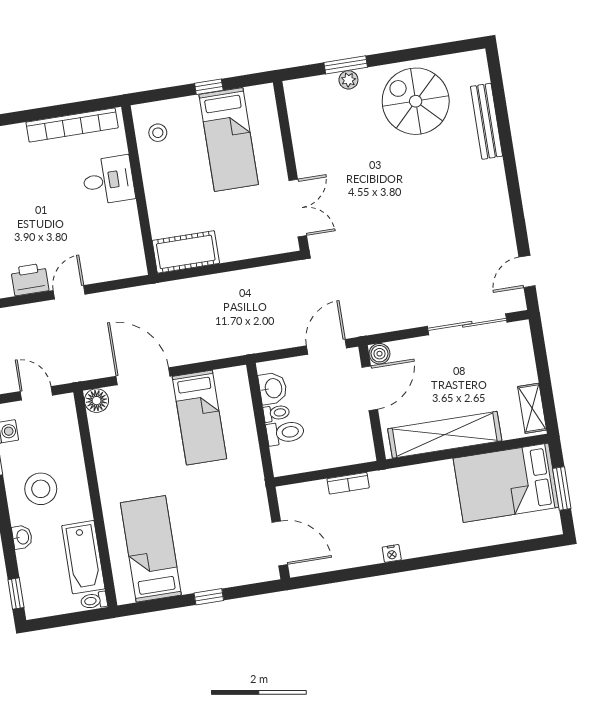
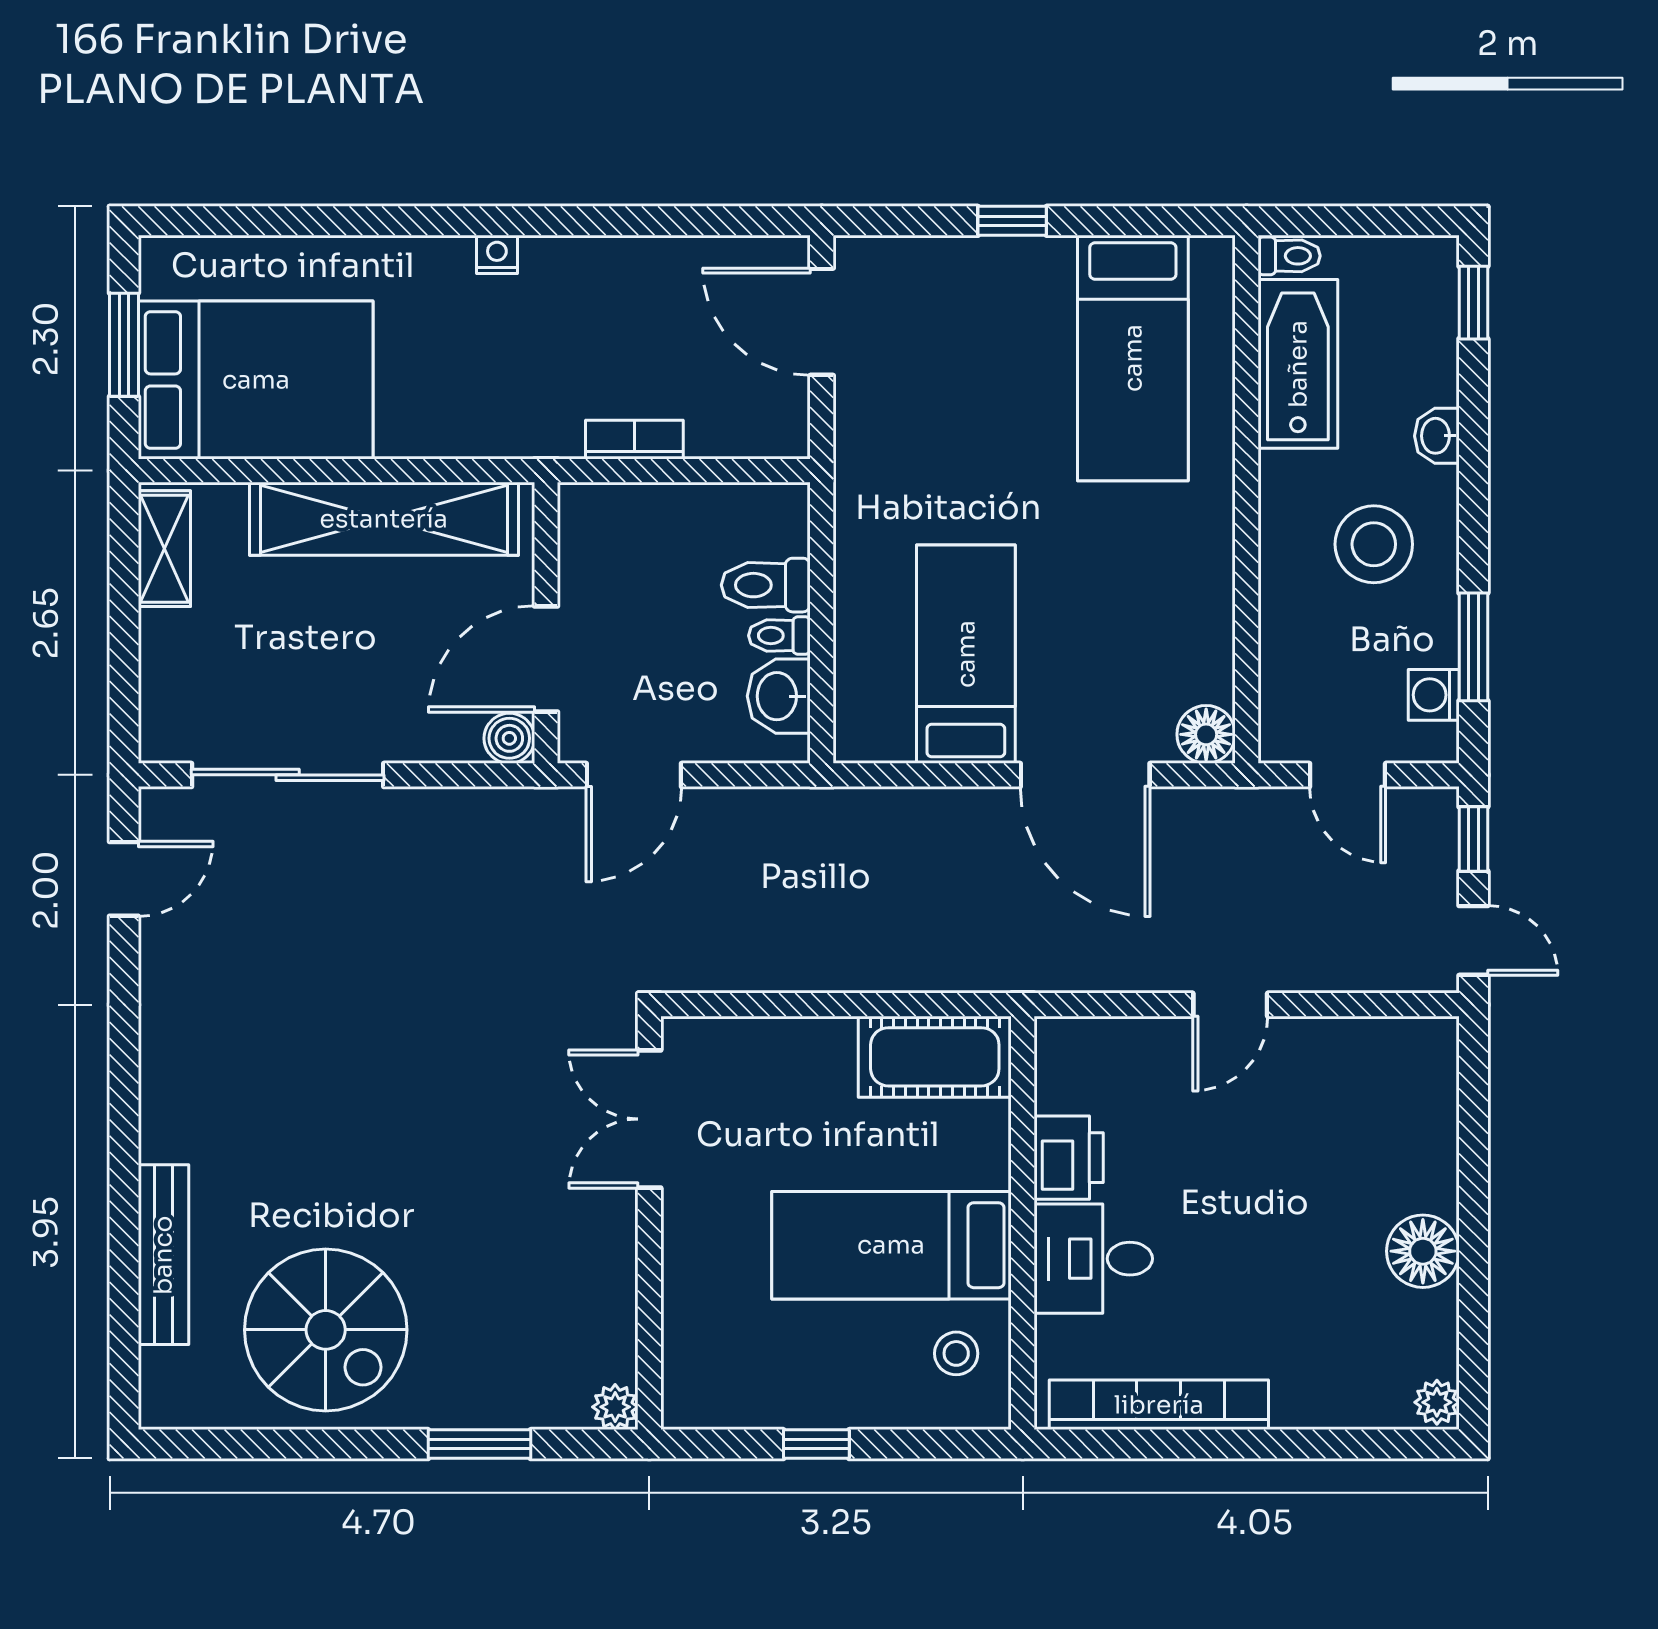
plant: (348, 80) -> (615, 1407), moved
bed: (229, 139) -> (891, 1245), moved, turned -90
printer: (30, 279) -> (1069, 1158), moved, turned -90
nightstand: (392, 553) -> (497, 254), moved

